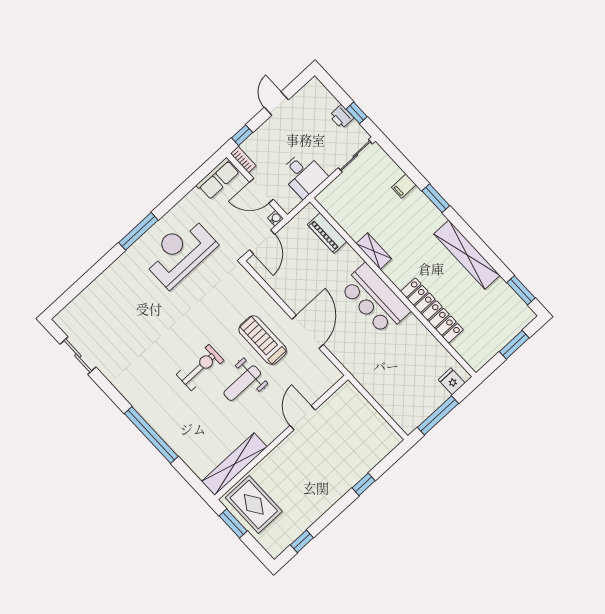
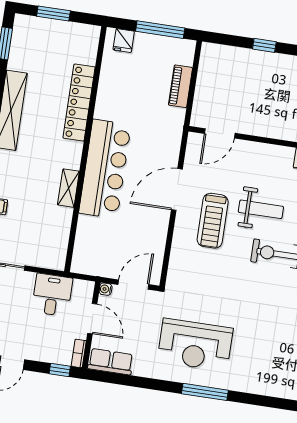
piano: (327, 233) -> (180, 86), moved, turned 180
bar counter: (375, 299) -> (105, 169), width x1.36
door: (303, 418) -> (220, 133), moved

